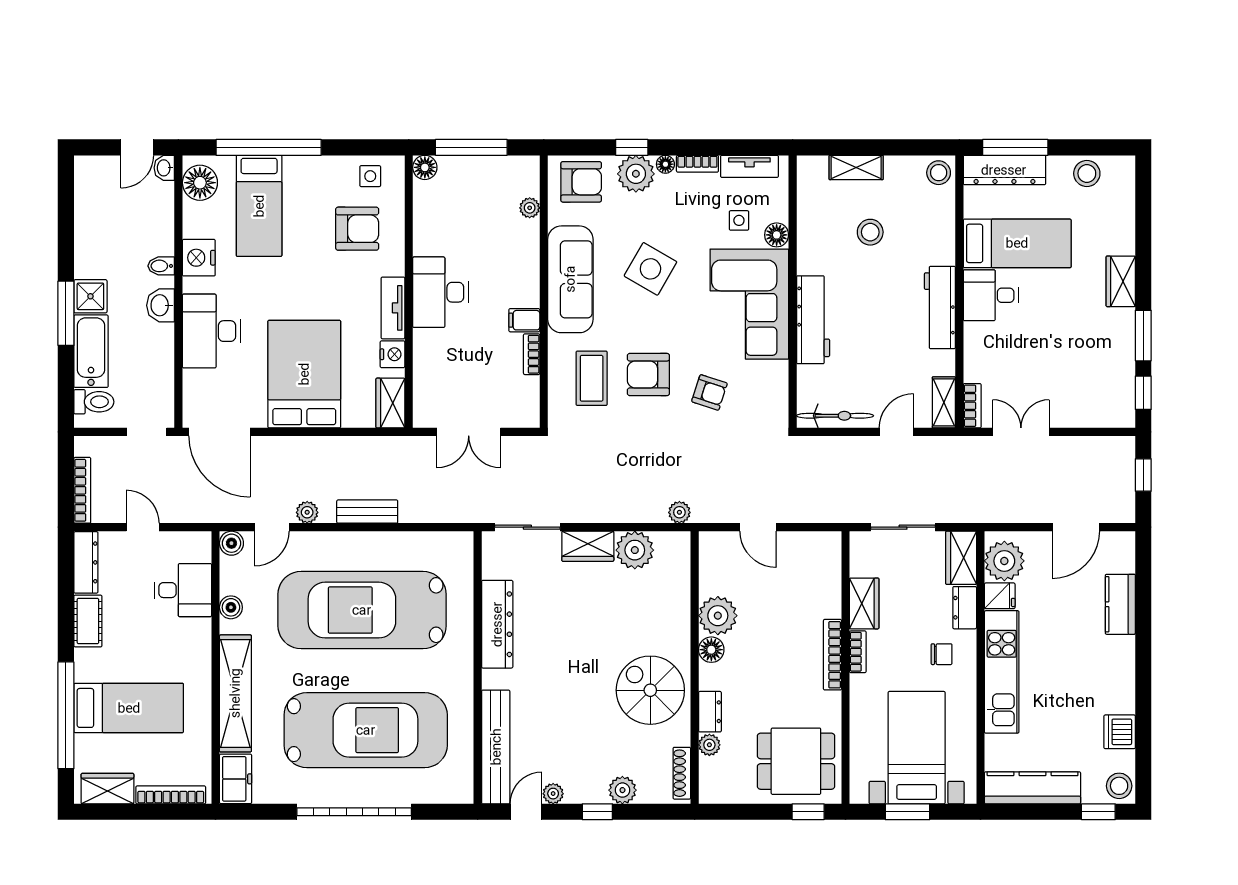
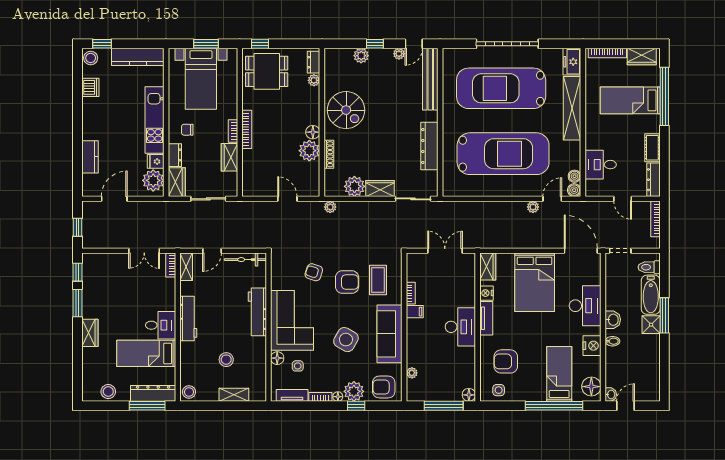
bench: (367, 512) -> (500, 207), removed
boiler: (231, 607) -> (574, 176), moved
dresser: (710, 712) -> (314, 62), moved
shoe rack: (682, 773) -> (329, 154), moved

